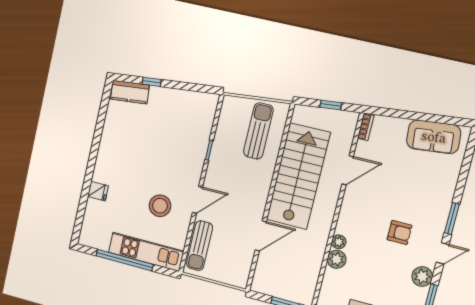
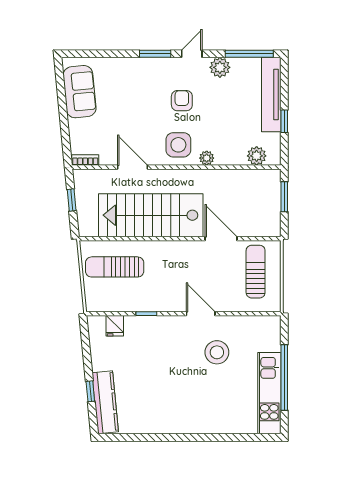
kitchen counter: (130, 92) -> (105, 402), width x1.50
fridge: (98, 191) -> (115, 326), moved, turned 180
side table: (358, 219) -> (178, 145), added
sun lounger: (200, 246) -> (256, 272), moved, turned -90
kitchen unit: (146, 252) -> (269, 393), moved
door: (443, 253) -> (192, 54), hinge flipped
plant: (337, 259) -> (257, 156), moved

